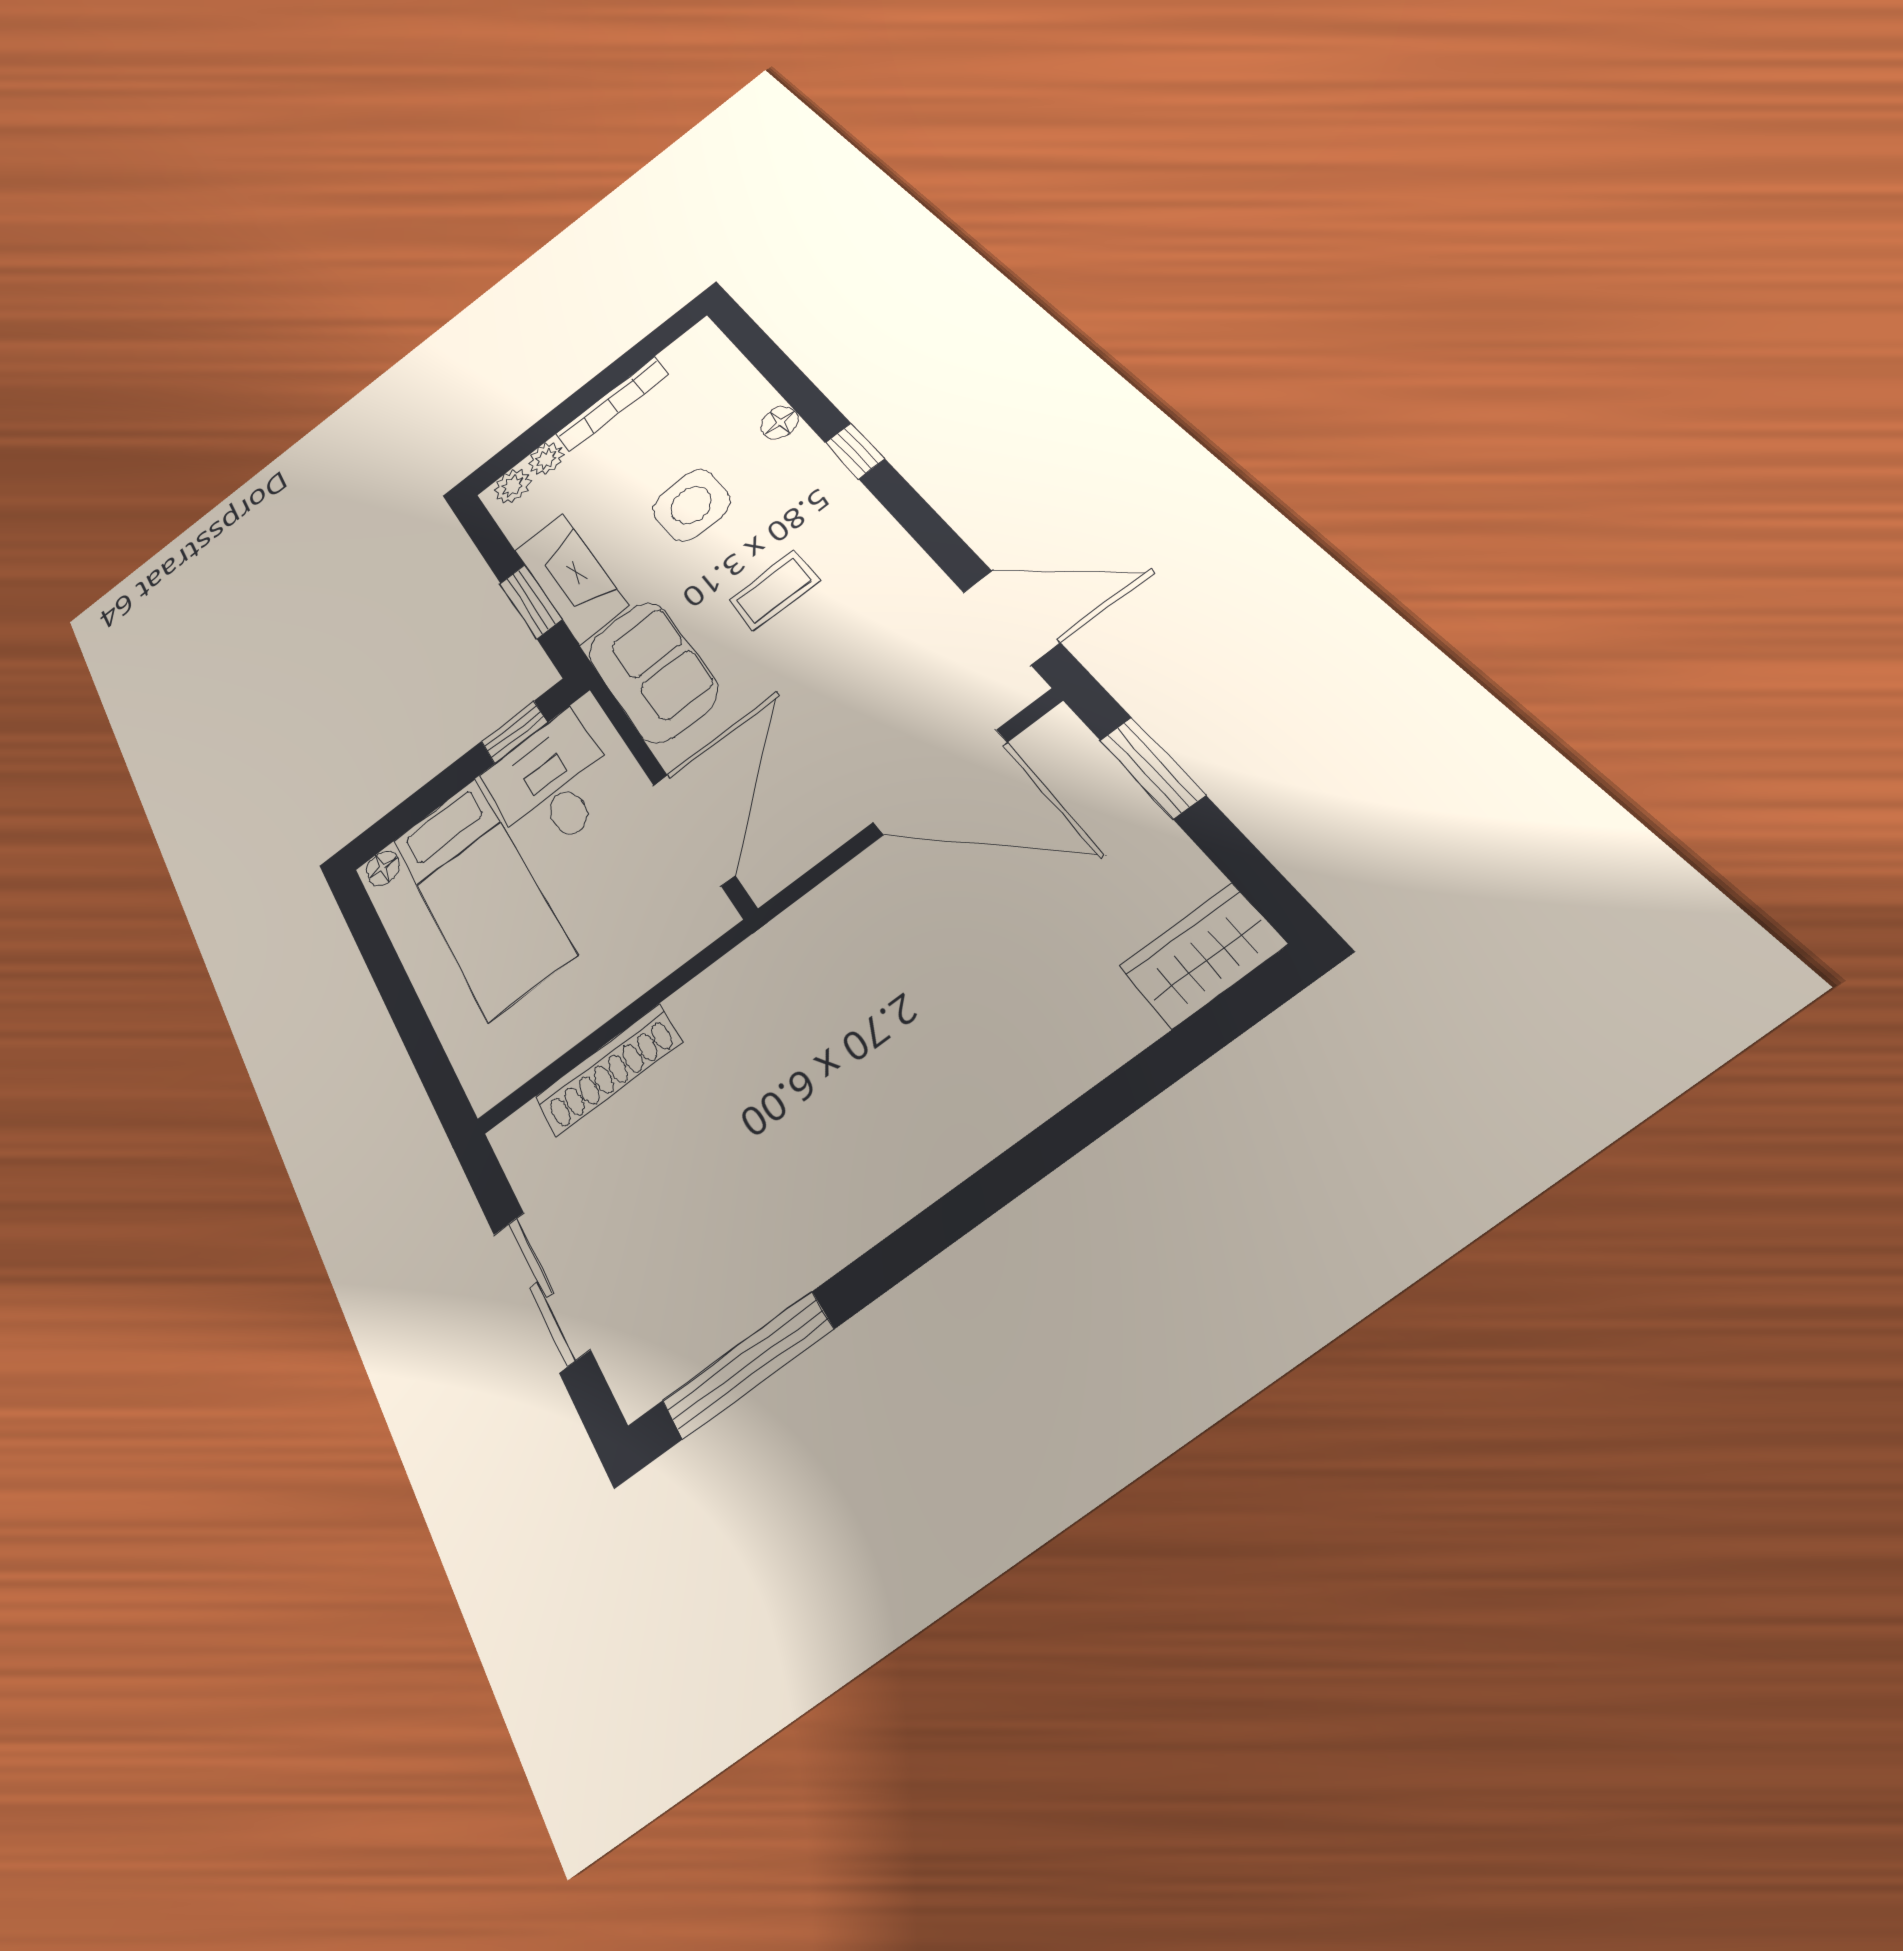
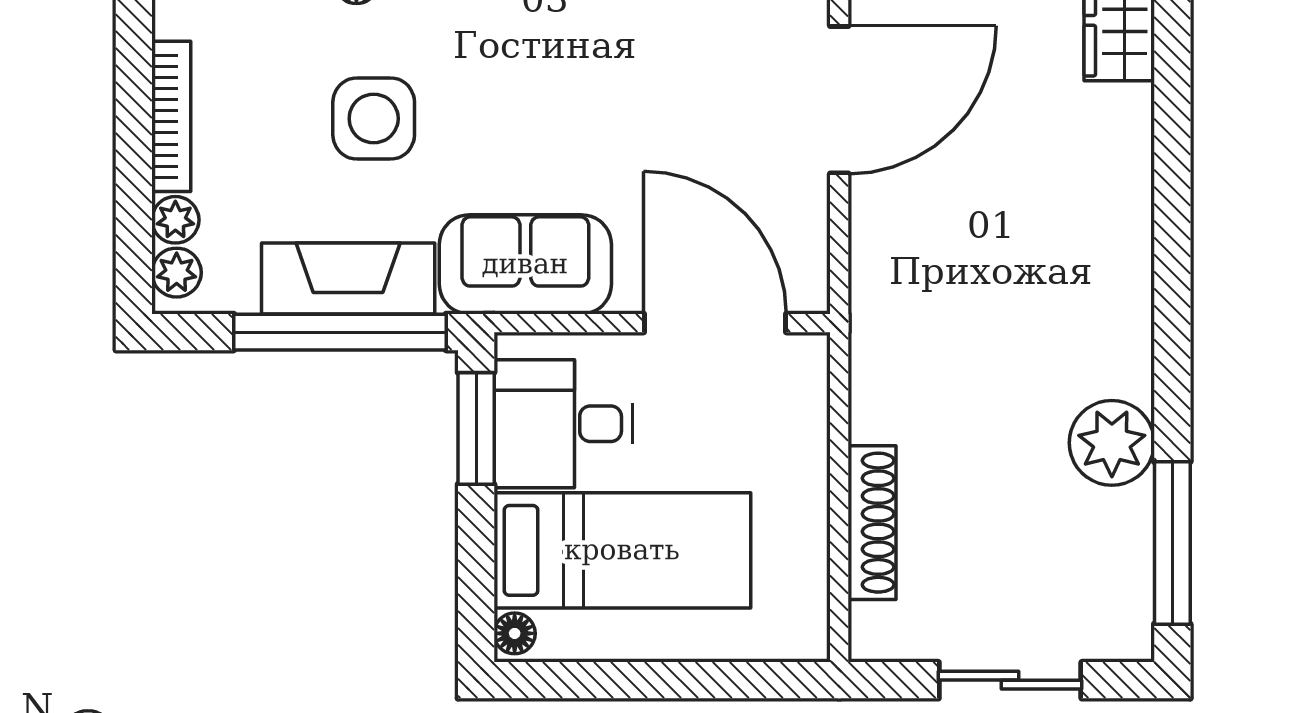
coffee table: (774, 590) -> (539, 107), removed
window: (531, 601) -> (340, 332), width x2.11
window: (514, 732) -> (476, 428), width x1.50
plant: (804, 1236) -> (1112, 443), added

